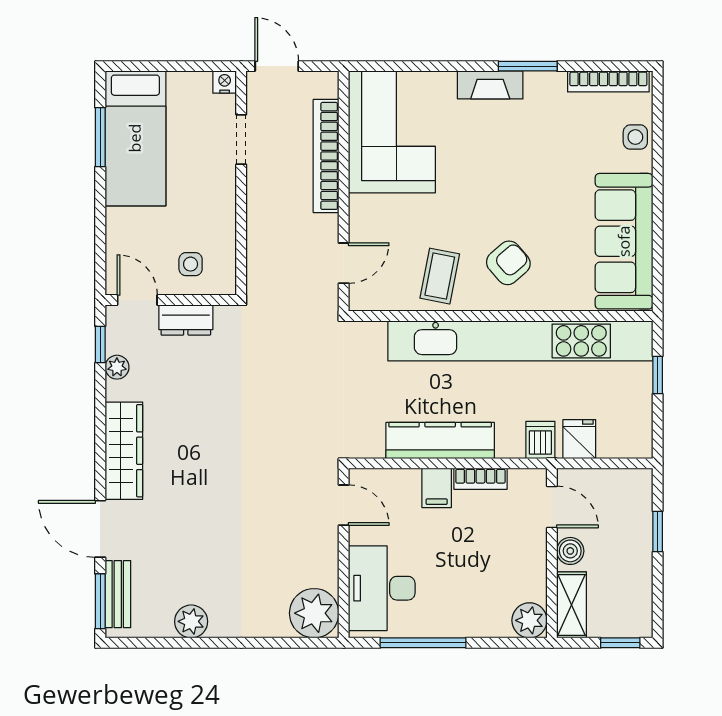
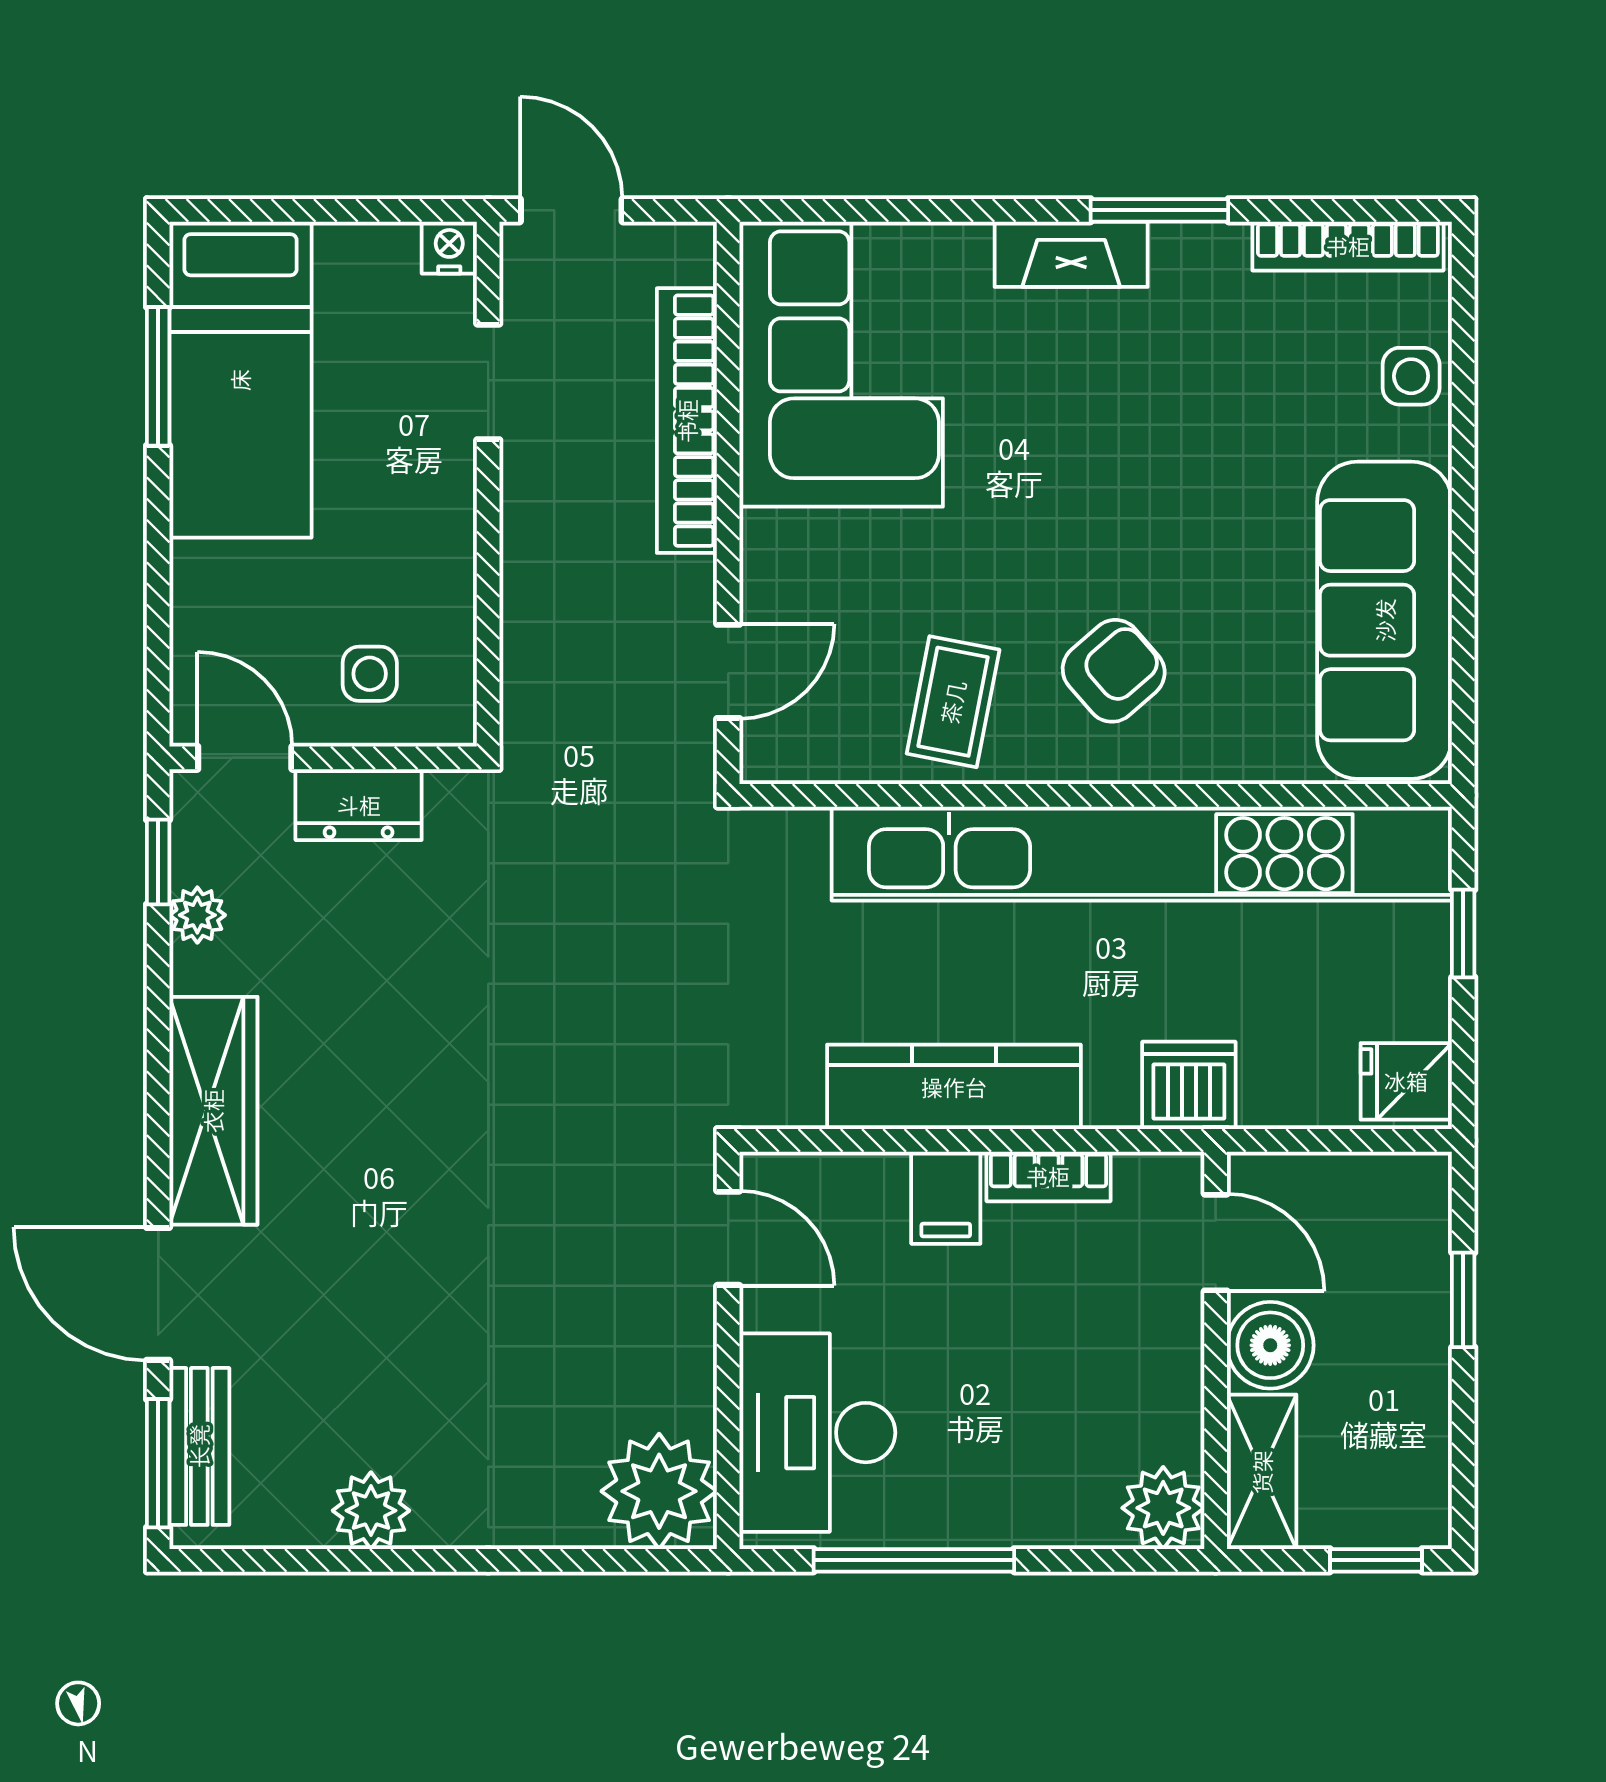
fridge: (579, 439) -> (1406, 1081), moved, turned -90
dishwasher: (540, 440) -> (1189, 1085), width x1.38
boiler: (570, 551) -> (1270, 1345), width x1.36, depth x1.36

